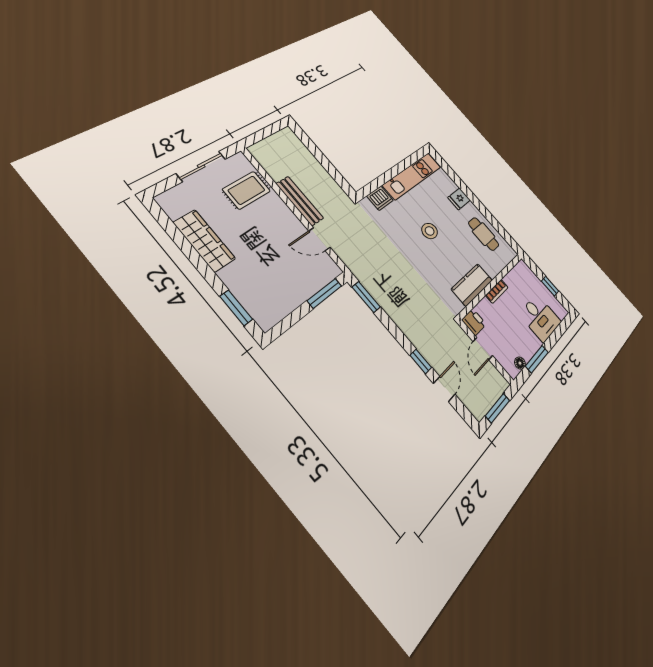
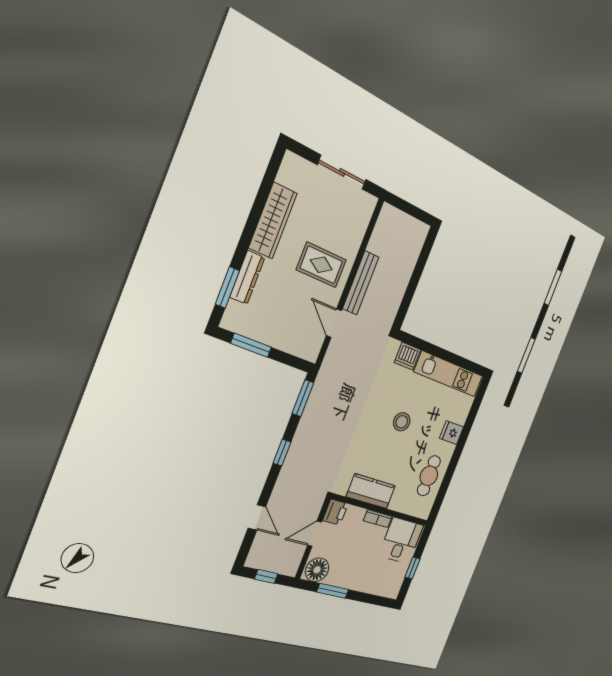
rug: (247, 190) -> (321, 265), moved
dresser: (238, 287) -> (247, 277), added
window: (325, 293) -> (251, 345), moved
desk: (540, 318) -> (401, 540), moved, turned 180
window: (421, 361) -> (282, 453), moved
floor lamp: (520, 363) -> (317, 570), width x1.89, depth x1.89
door: (444, 389) -> (257, 517), hinge flipped
window: (498, 408) -> (266, 576), width x0.67

